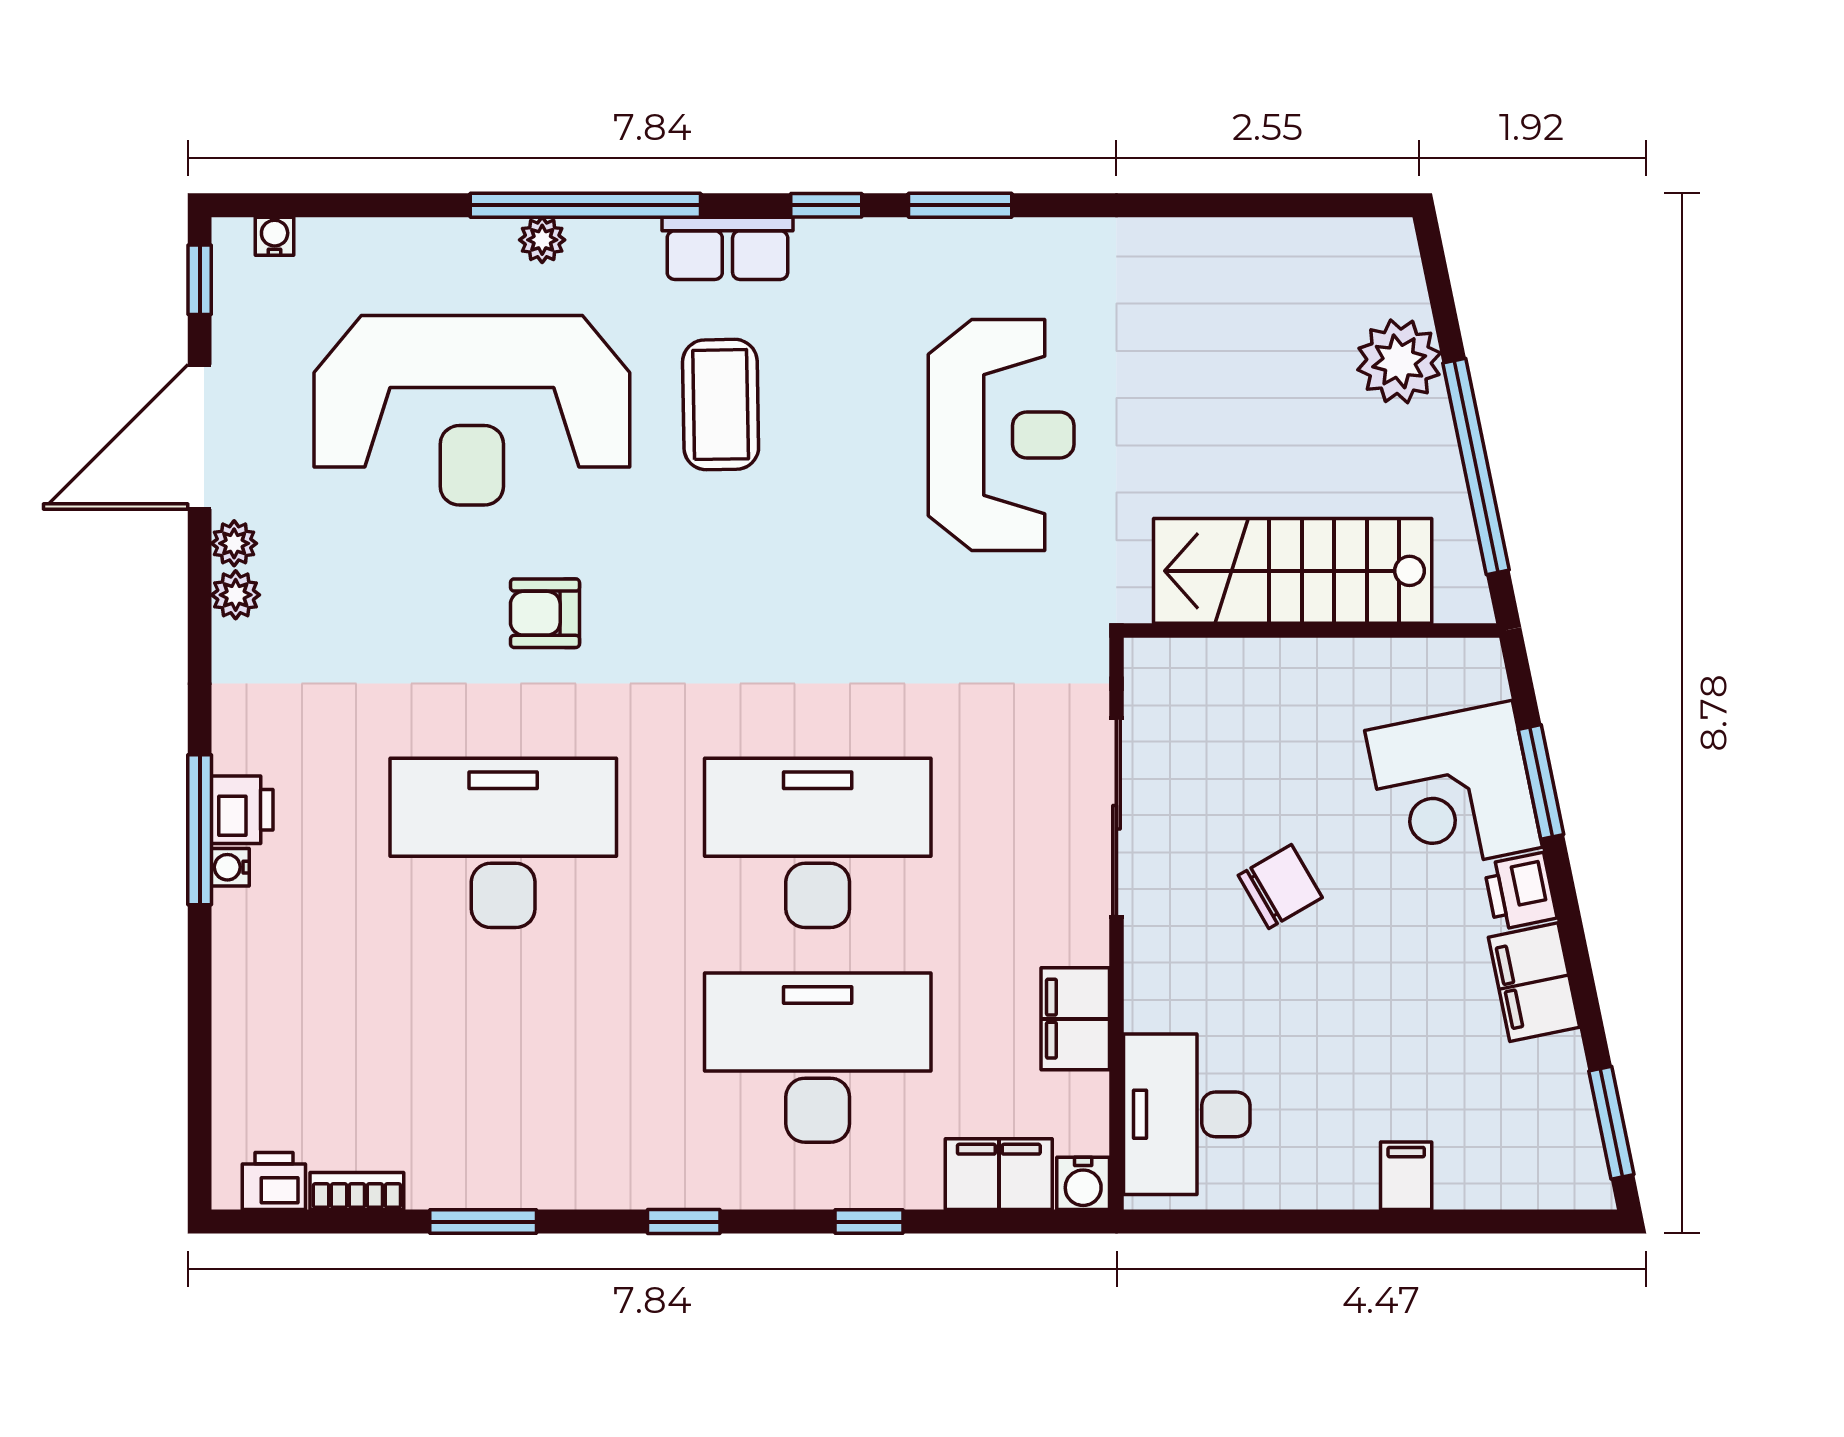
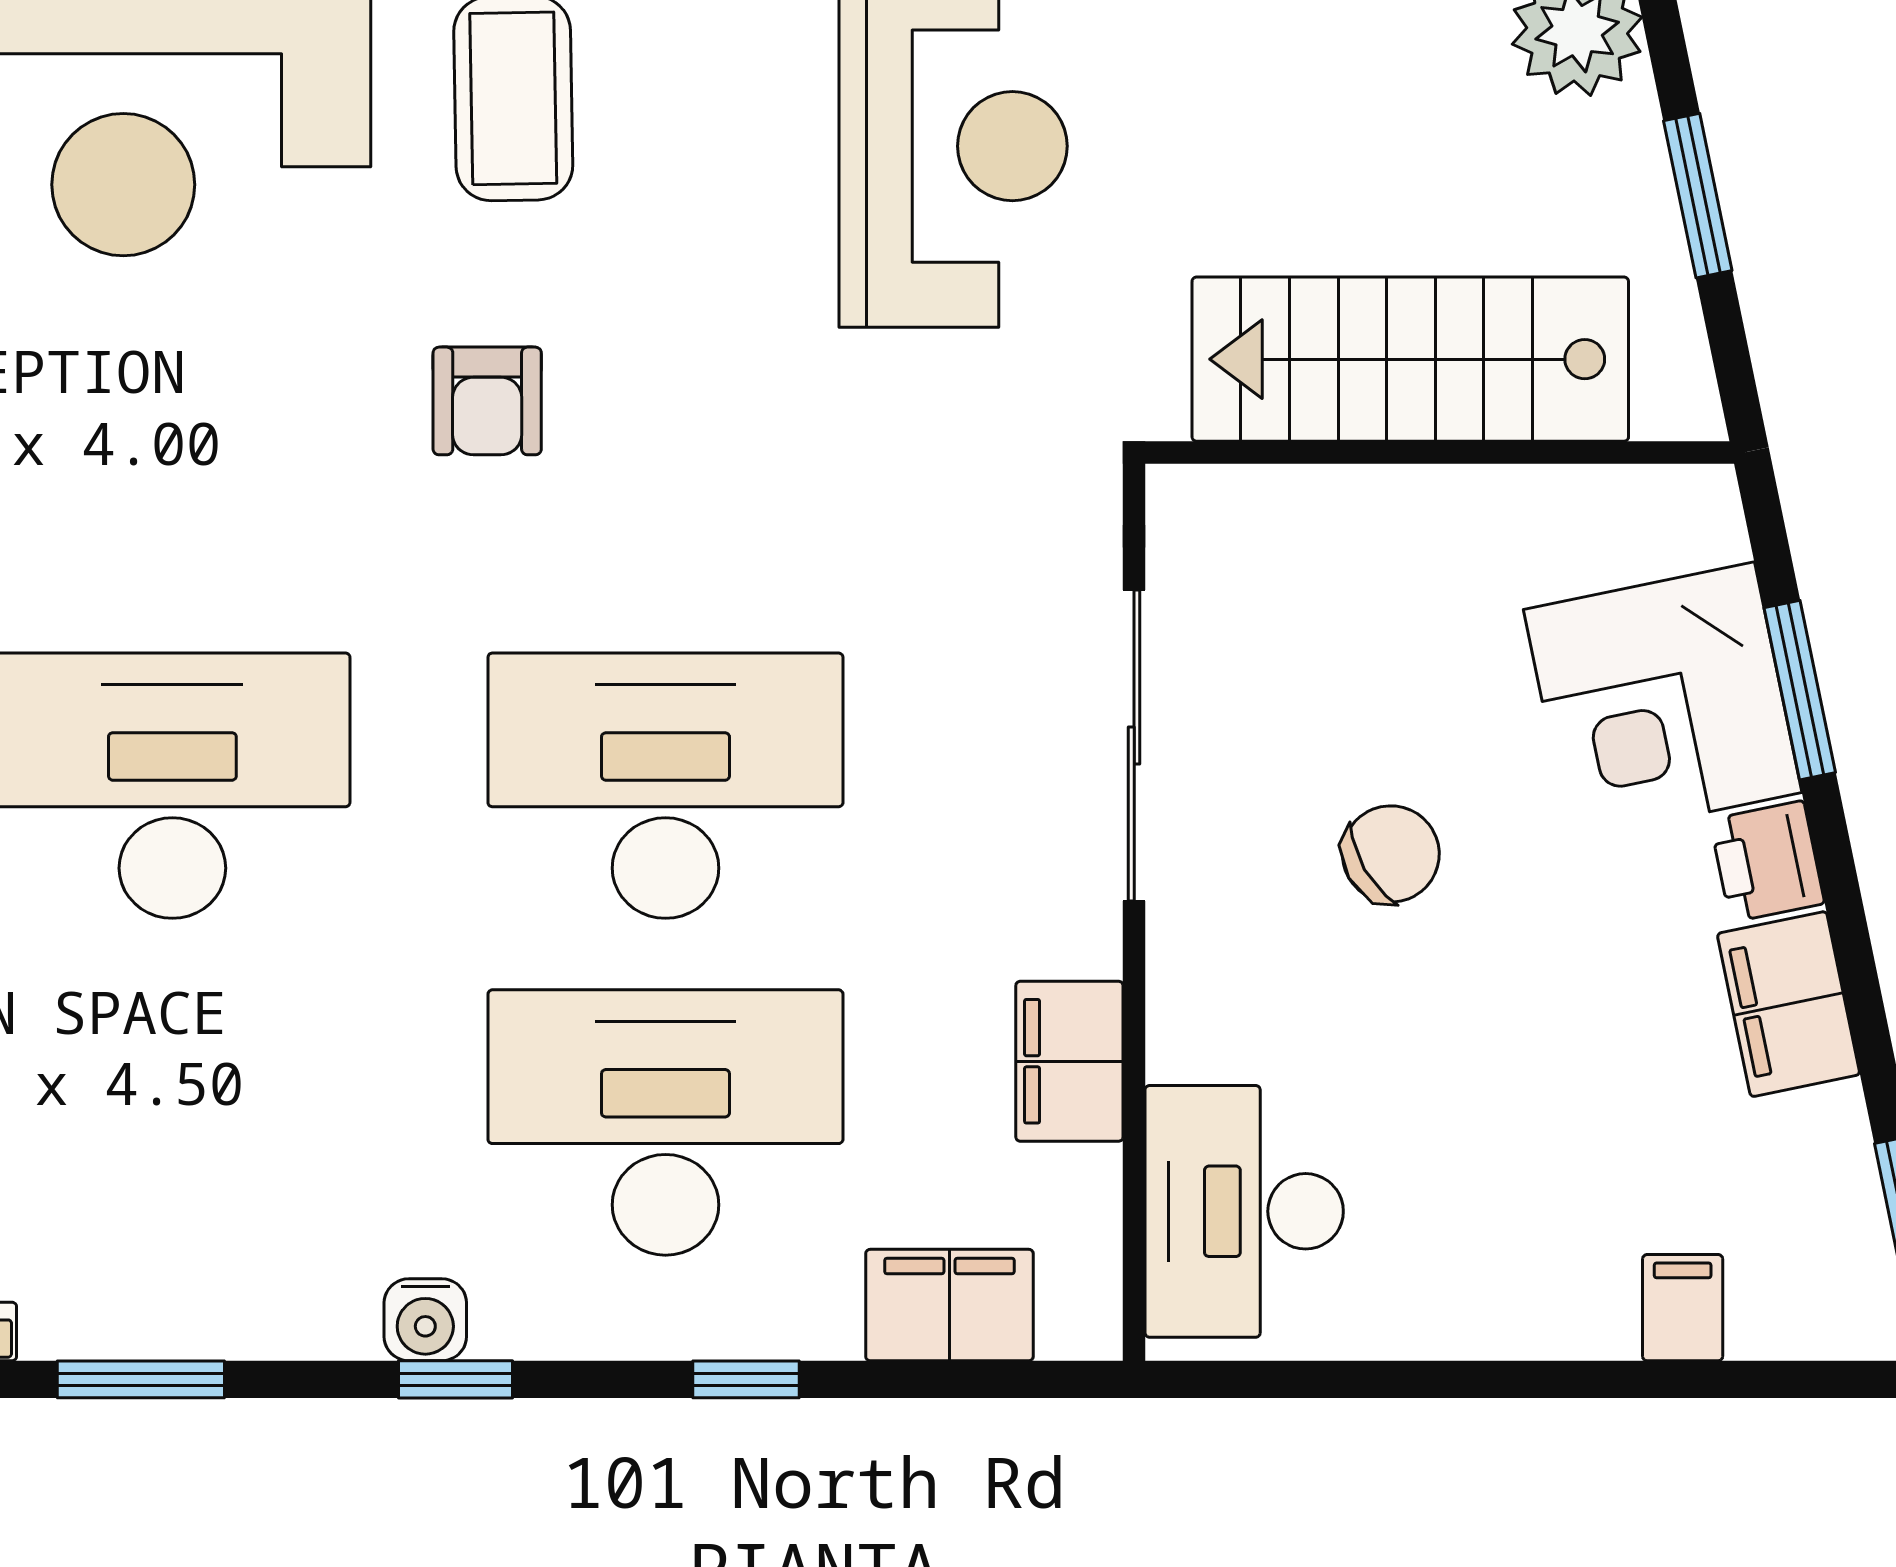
window: (1476, 467) -> (1698, 196), width x0.47
armchair: (545, 613) -> (487, 401), moved, turned -90
filing cabinet: (1406, 1176) -> (1683, 1308), moved
water cooler: (1083, 1183) -> (425, 1320), moved

